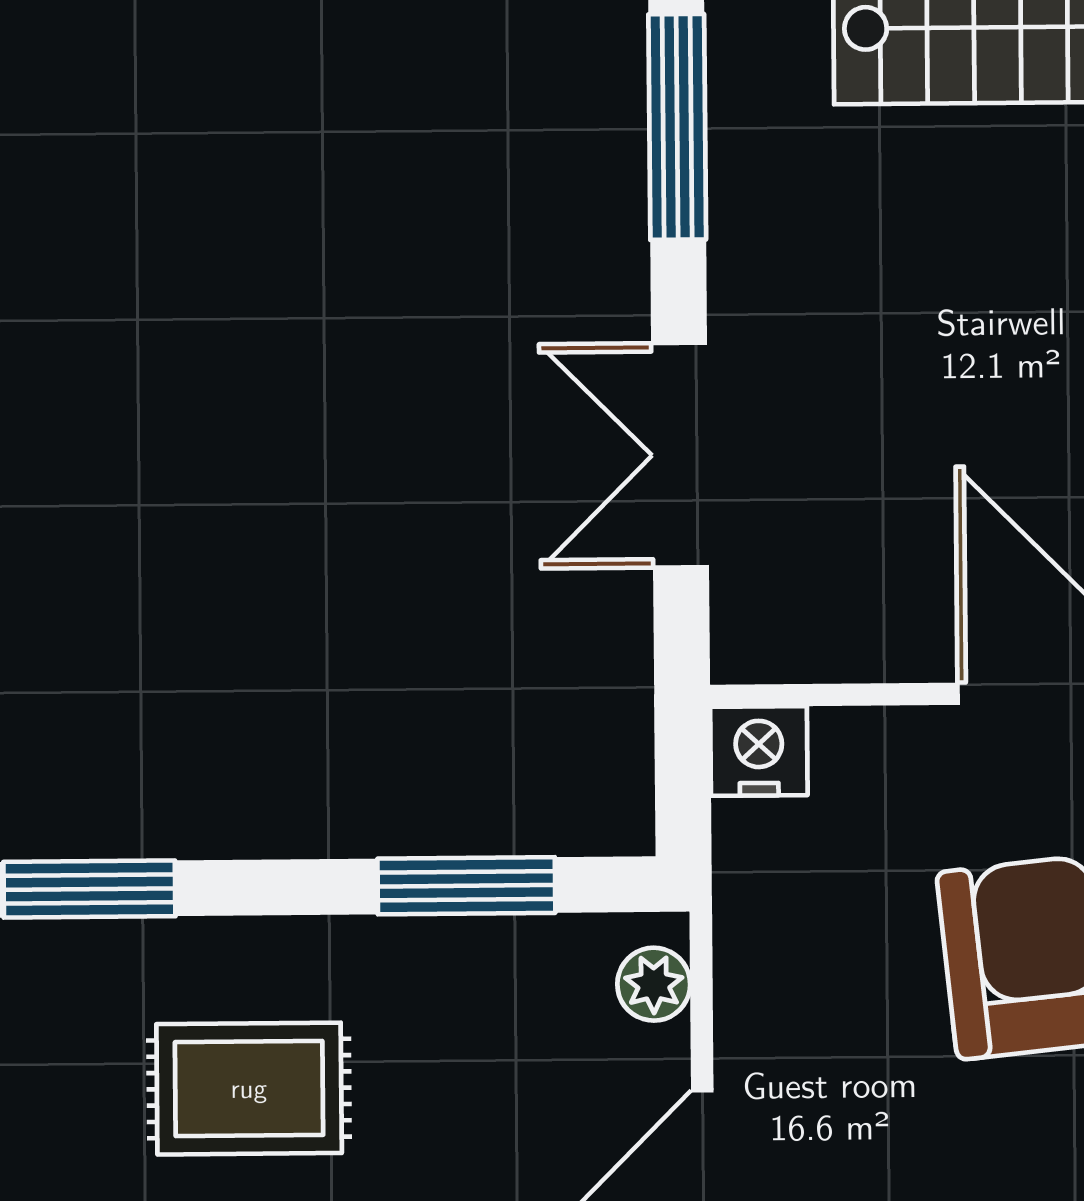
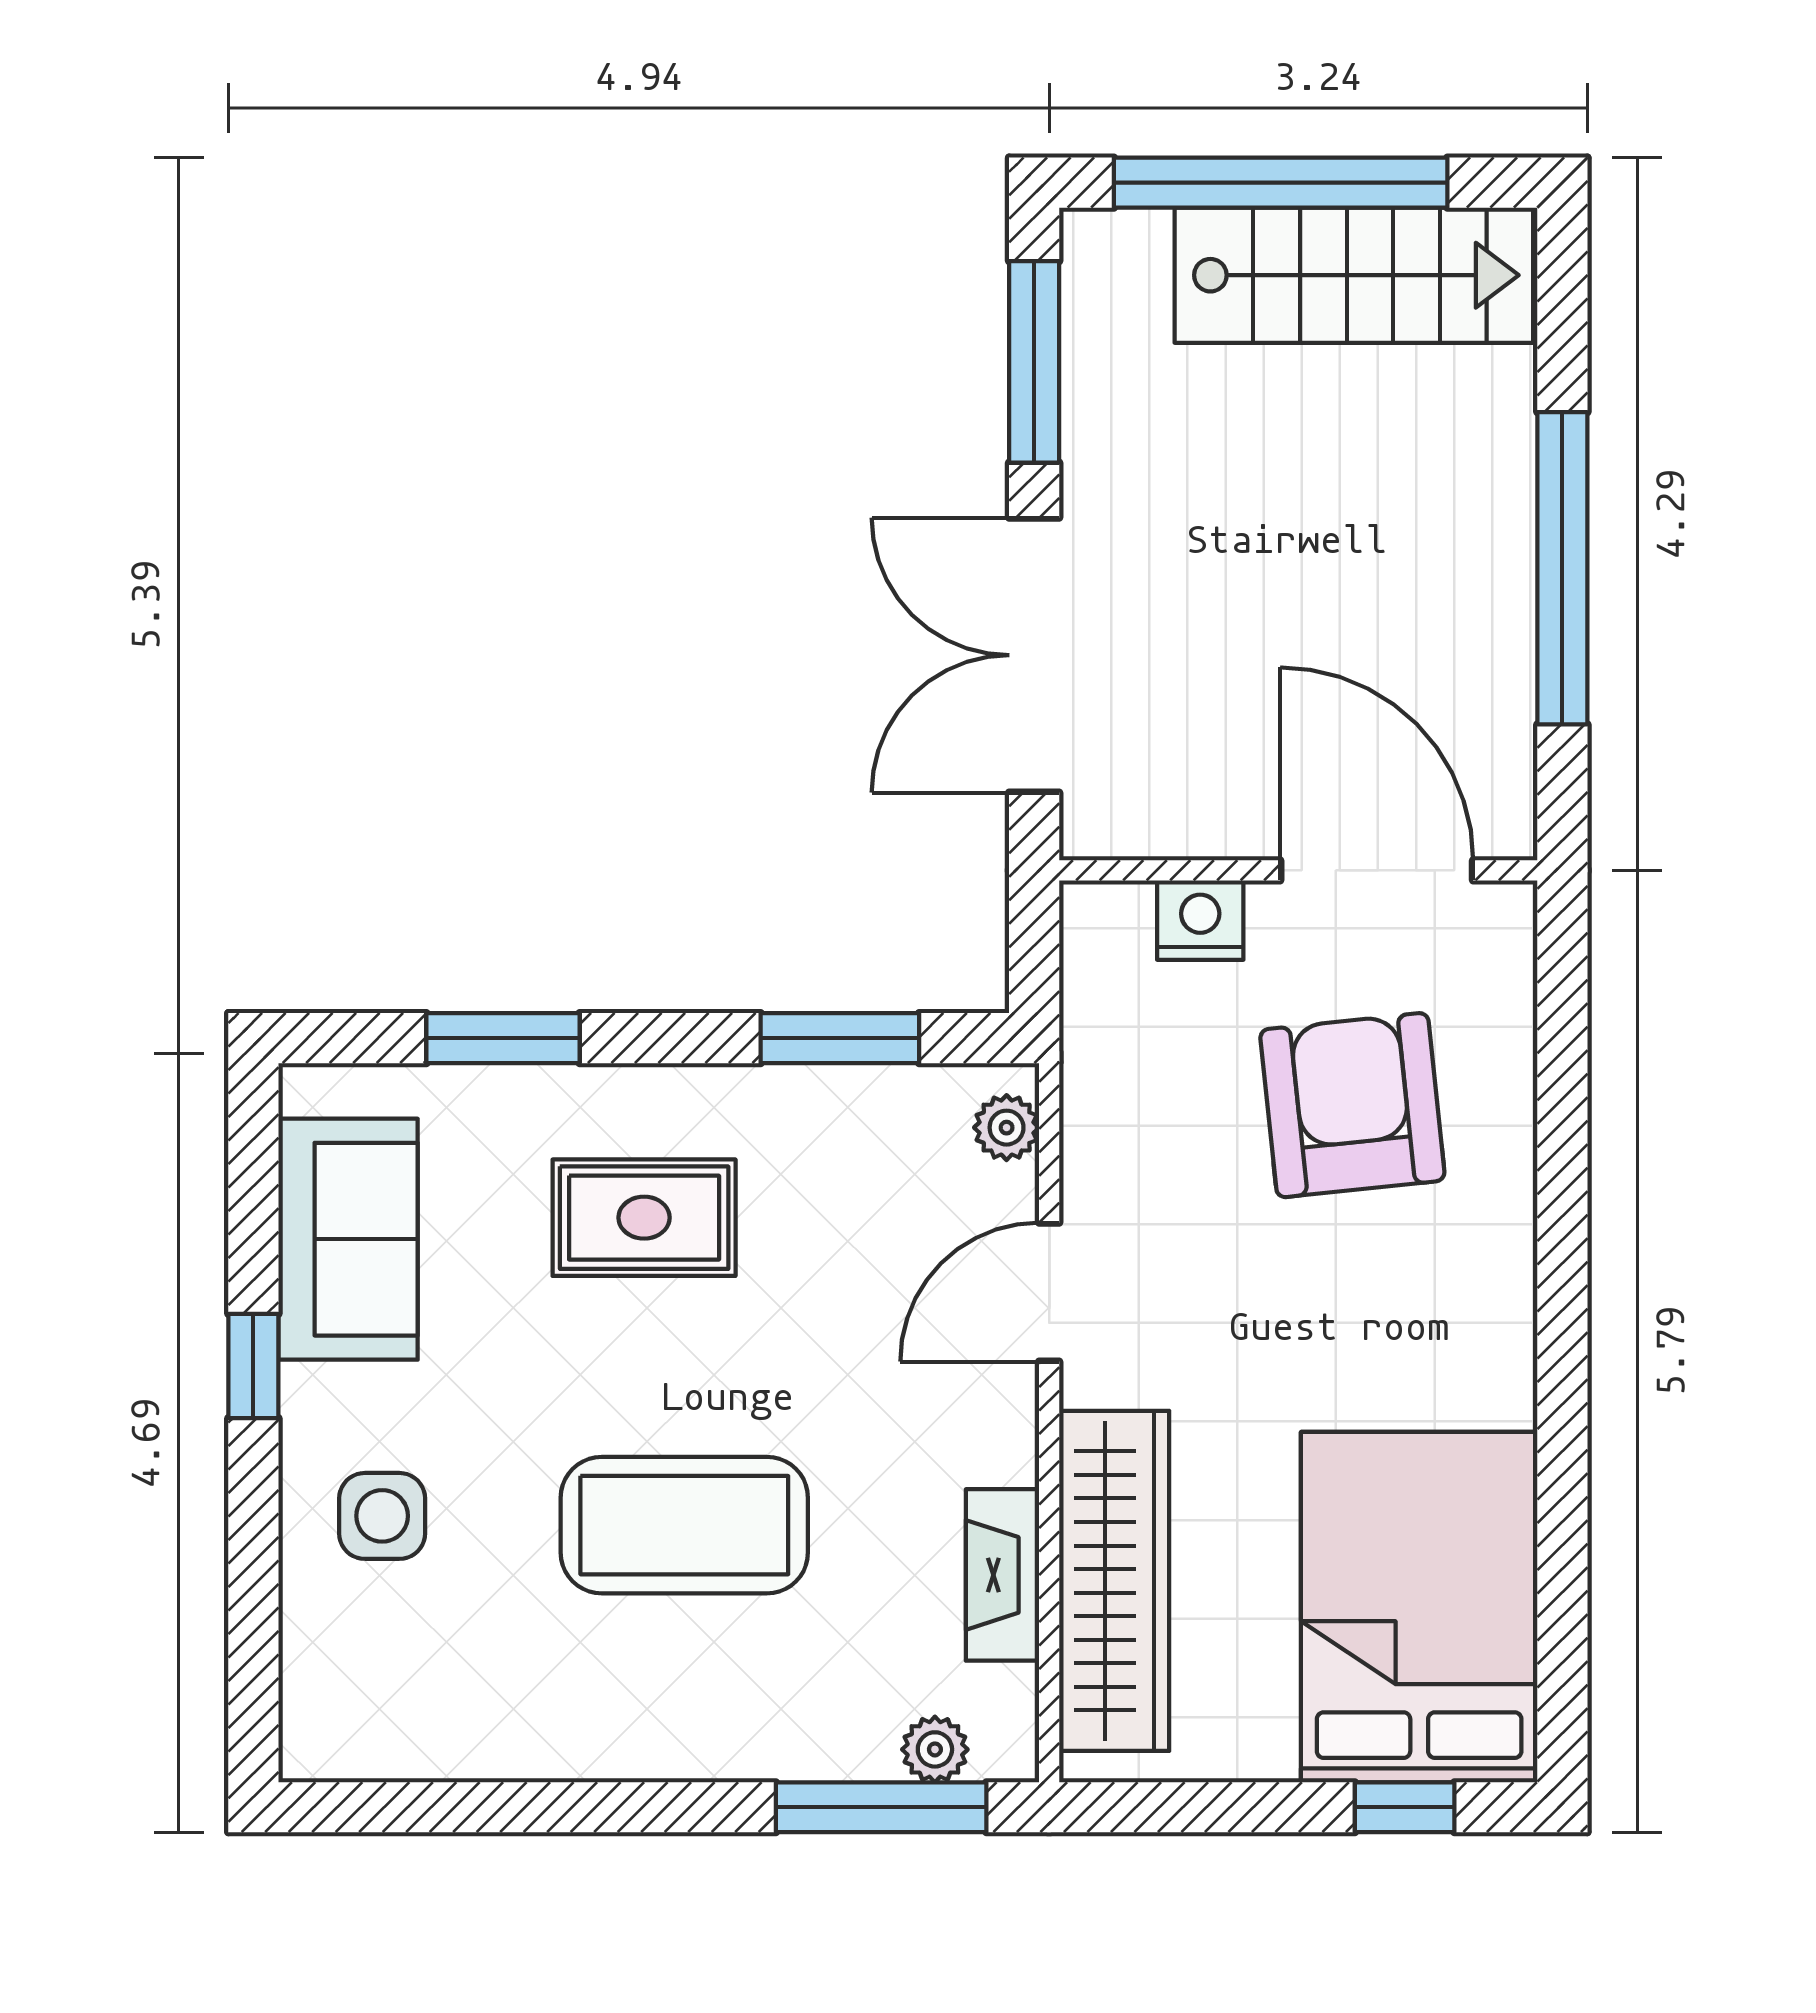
double door: (680, 455) -> (1034, 655), width x1.37
nightstand: (759, 751) -> (1200, 920), moved

